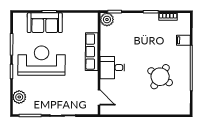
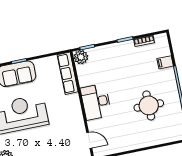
row of seats: (92, 52) -> (68, 73), moved
desk: (112, 68) -> (96, 102), width x1.37
round table: (160, 77) -> (149, 105), turned -33

